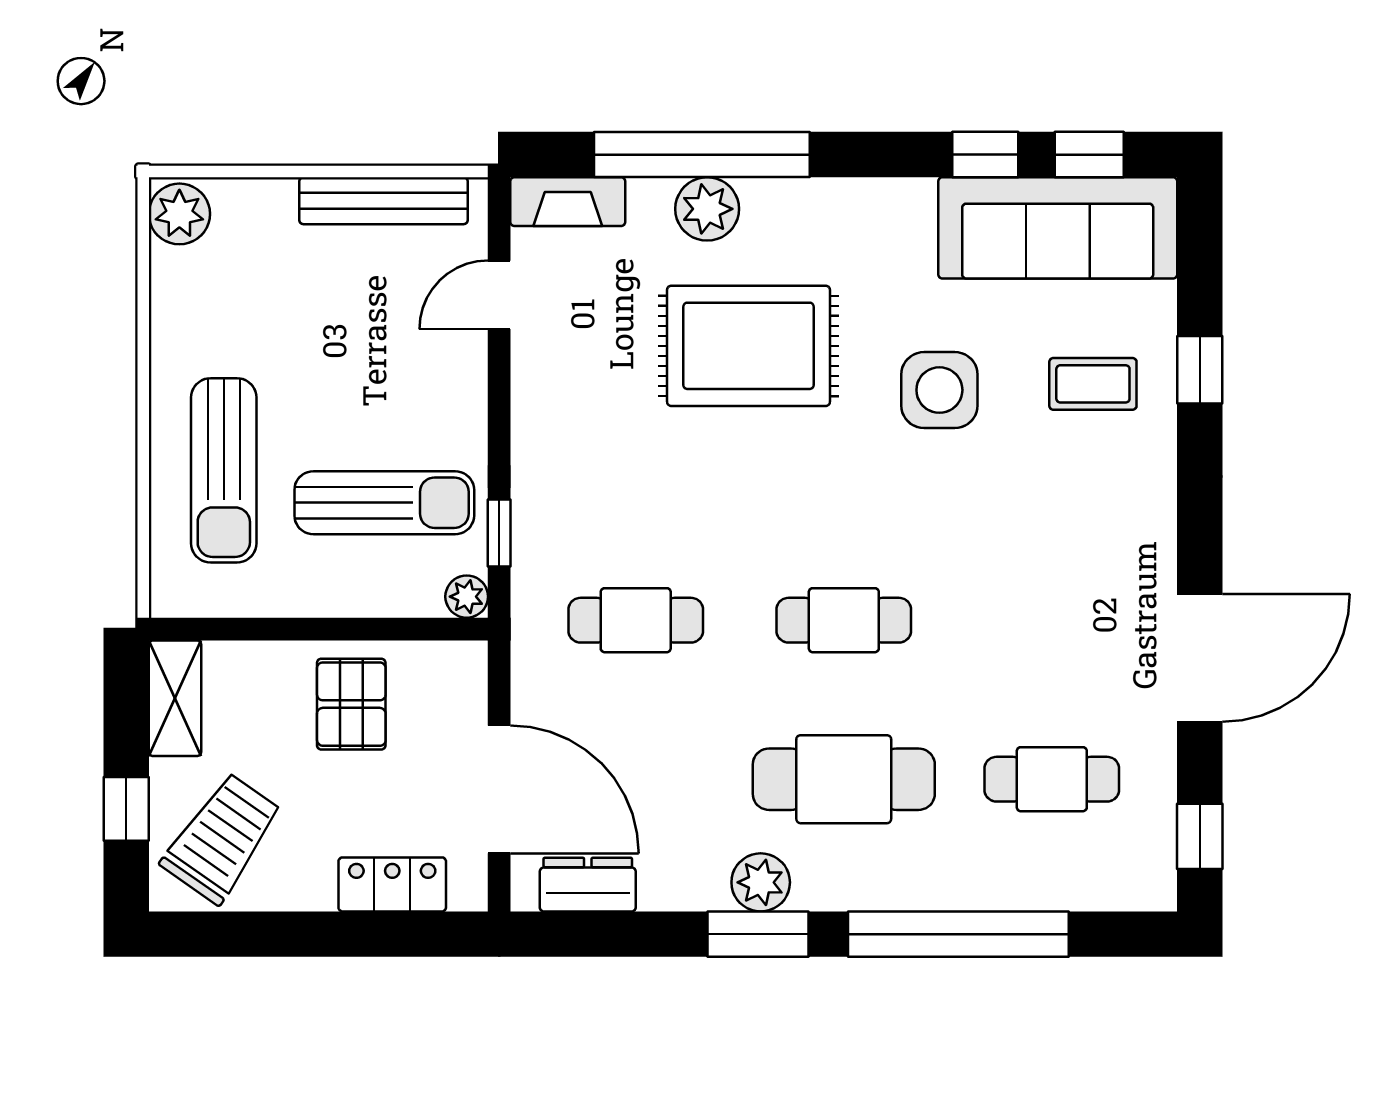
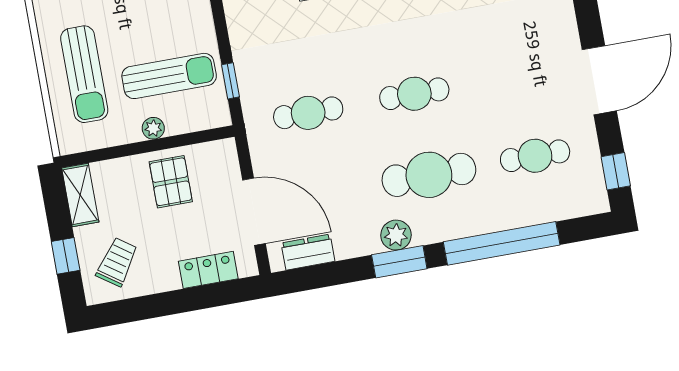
plant: (467, 597) -> (153, 128), moved
trolley: (222, 838) -> (117, 262), width x0.73, depth x0.72

